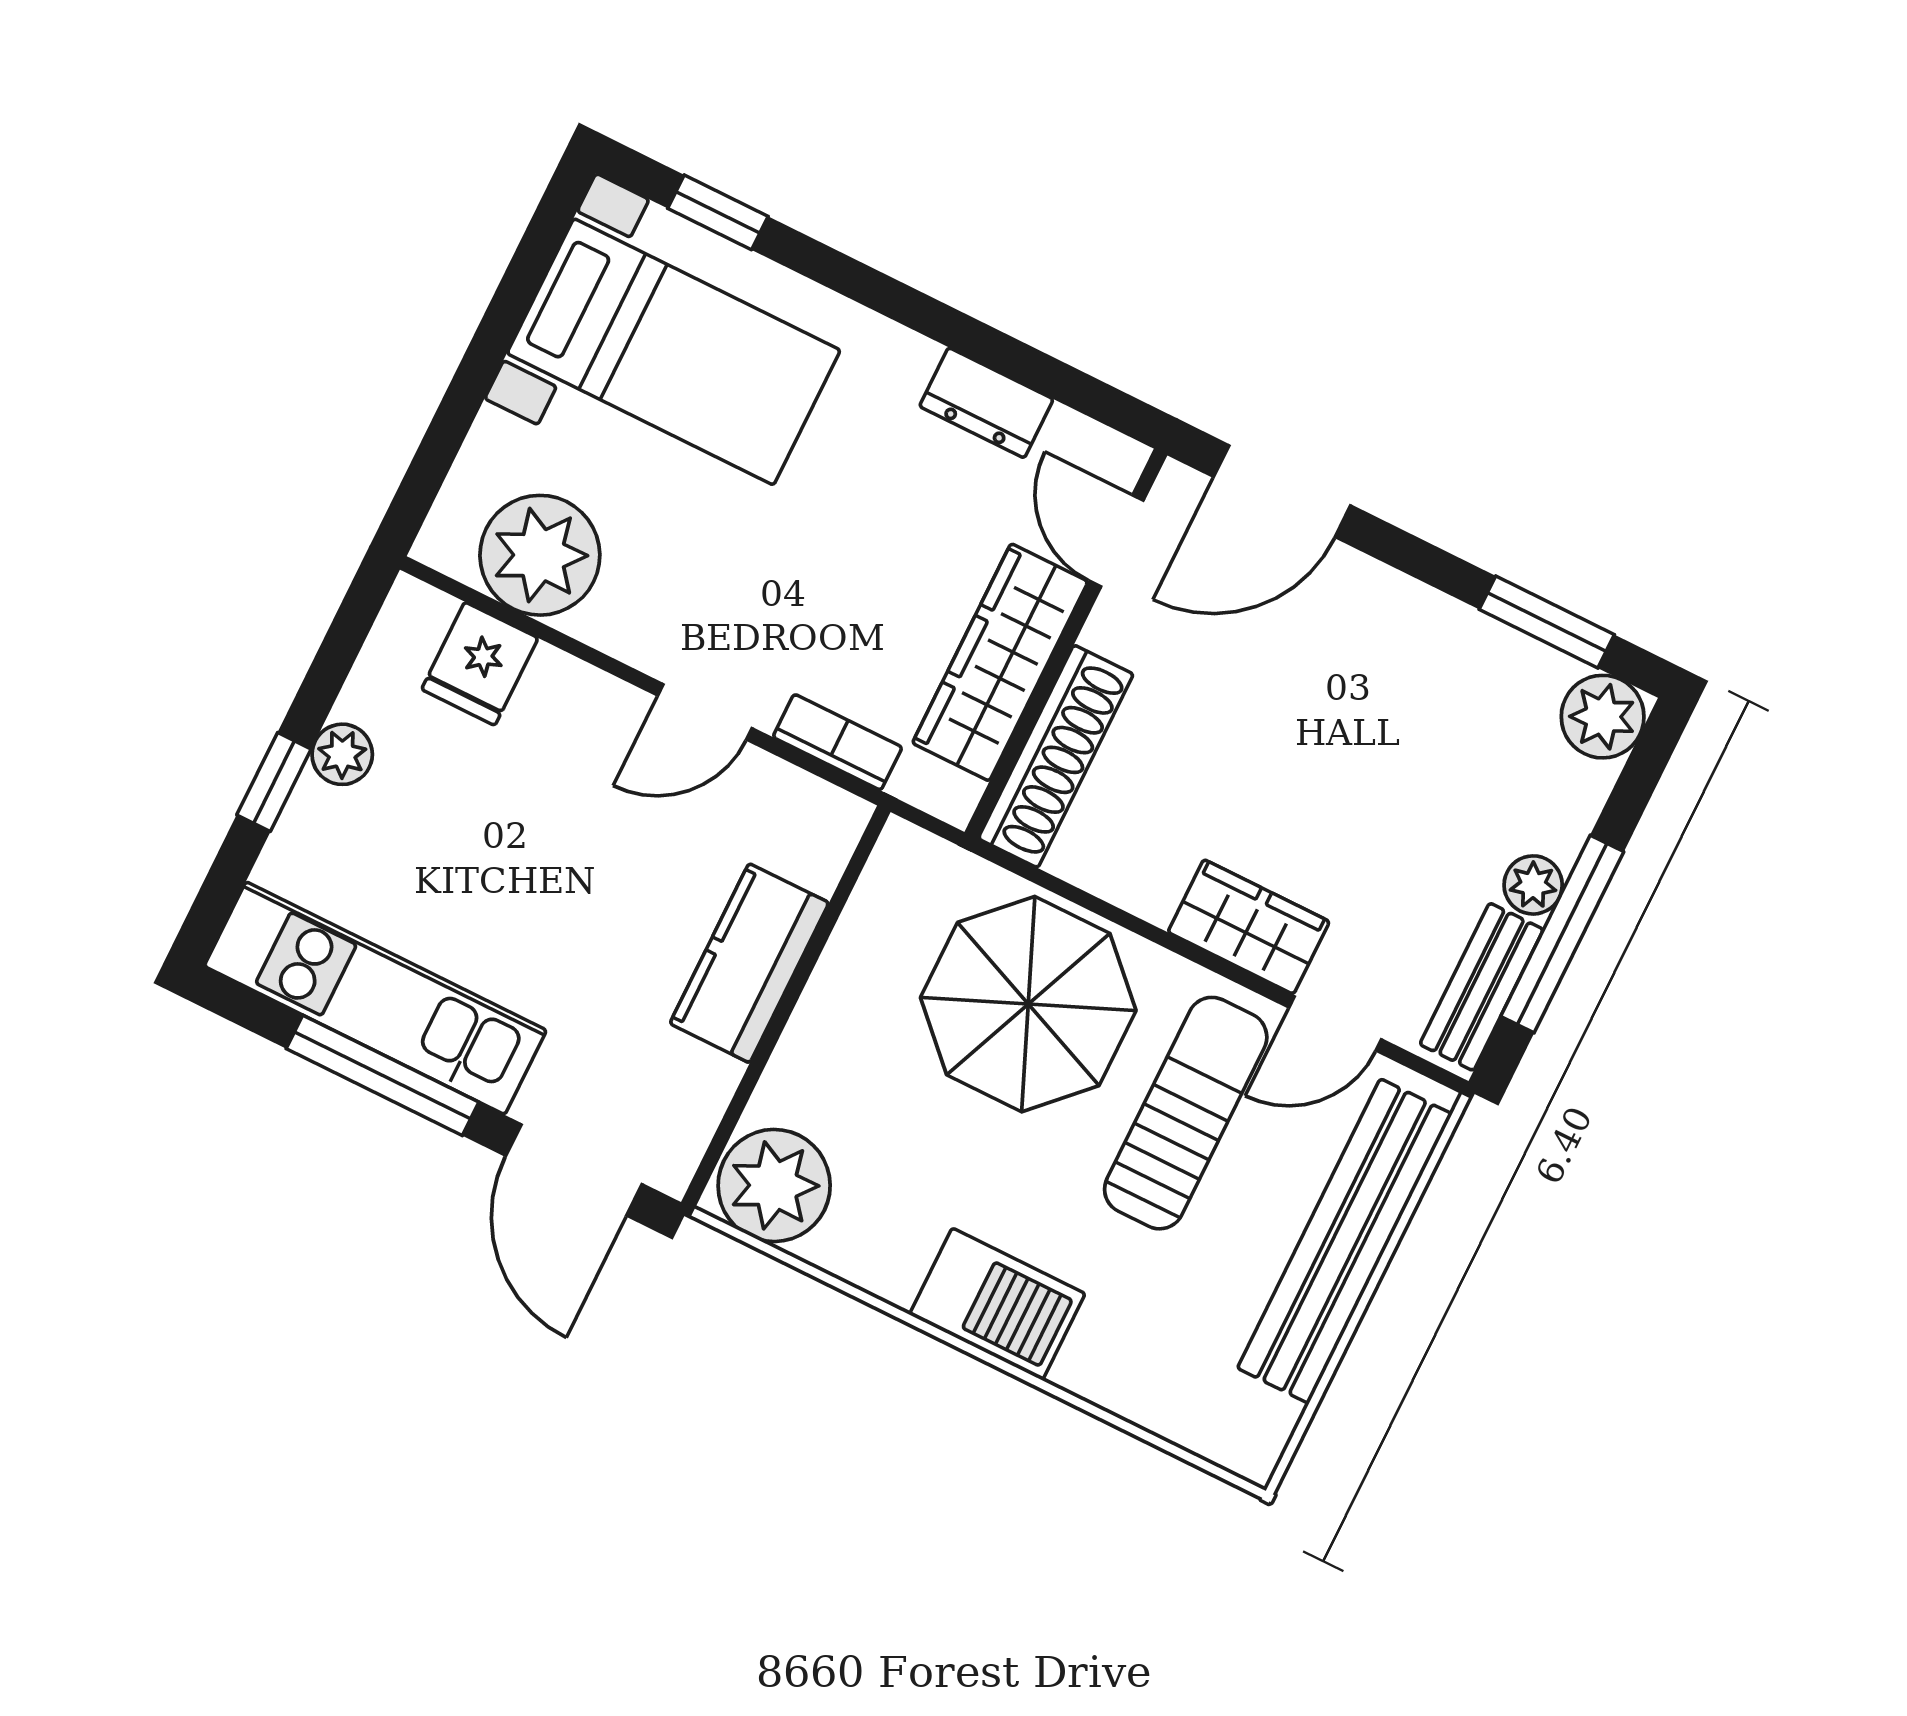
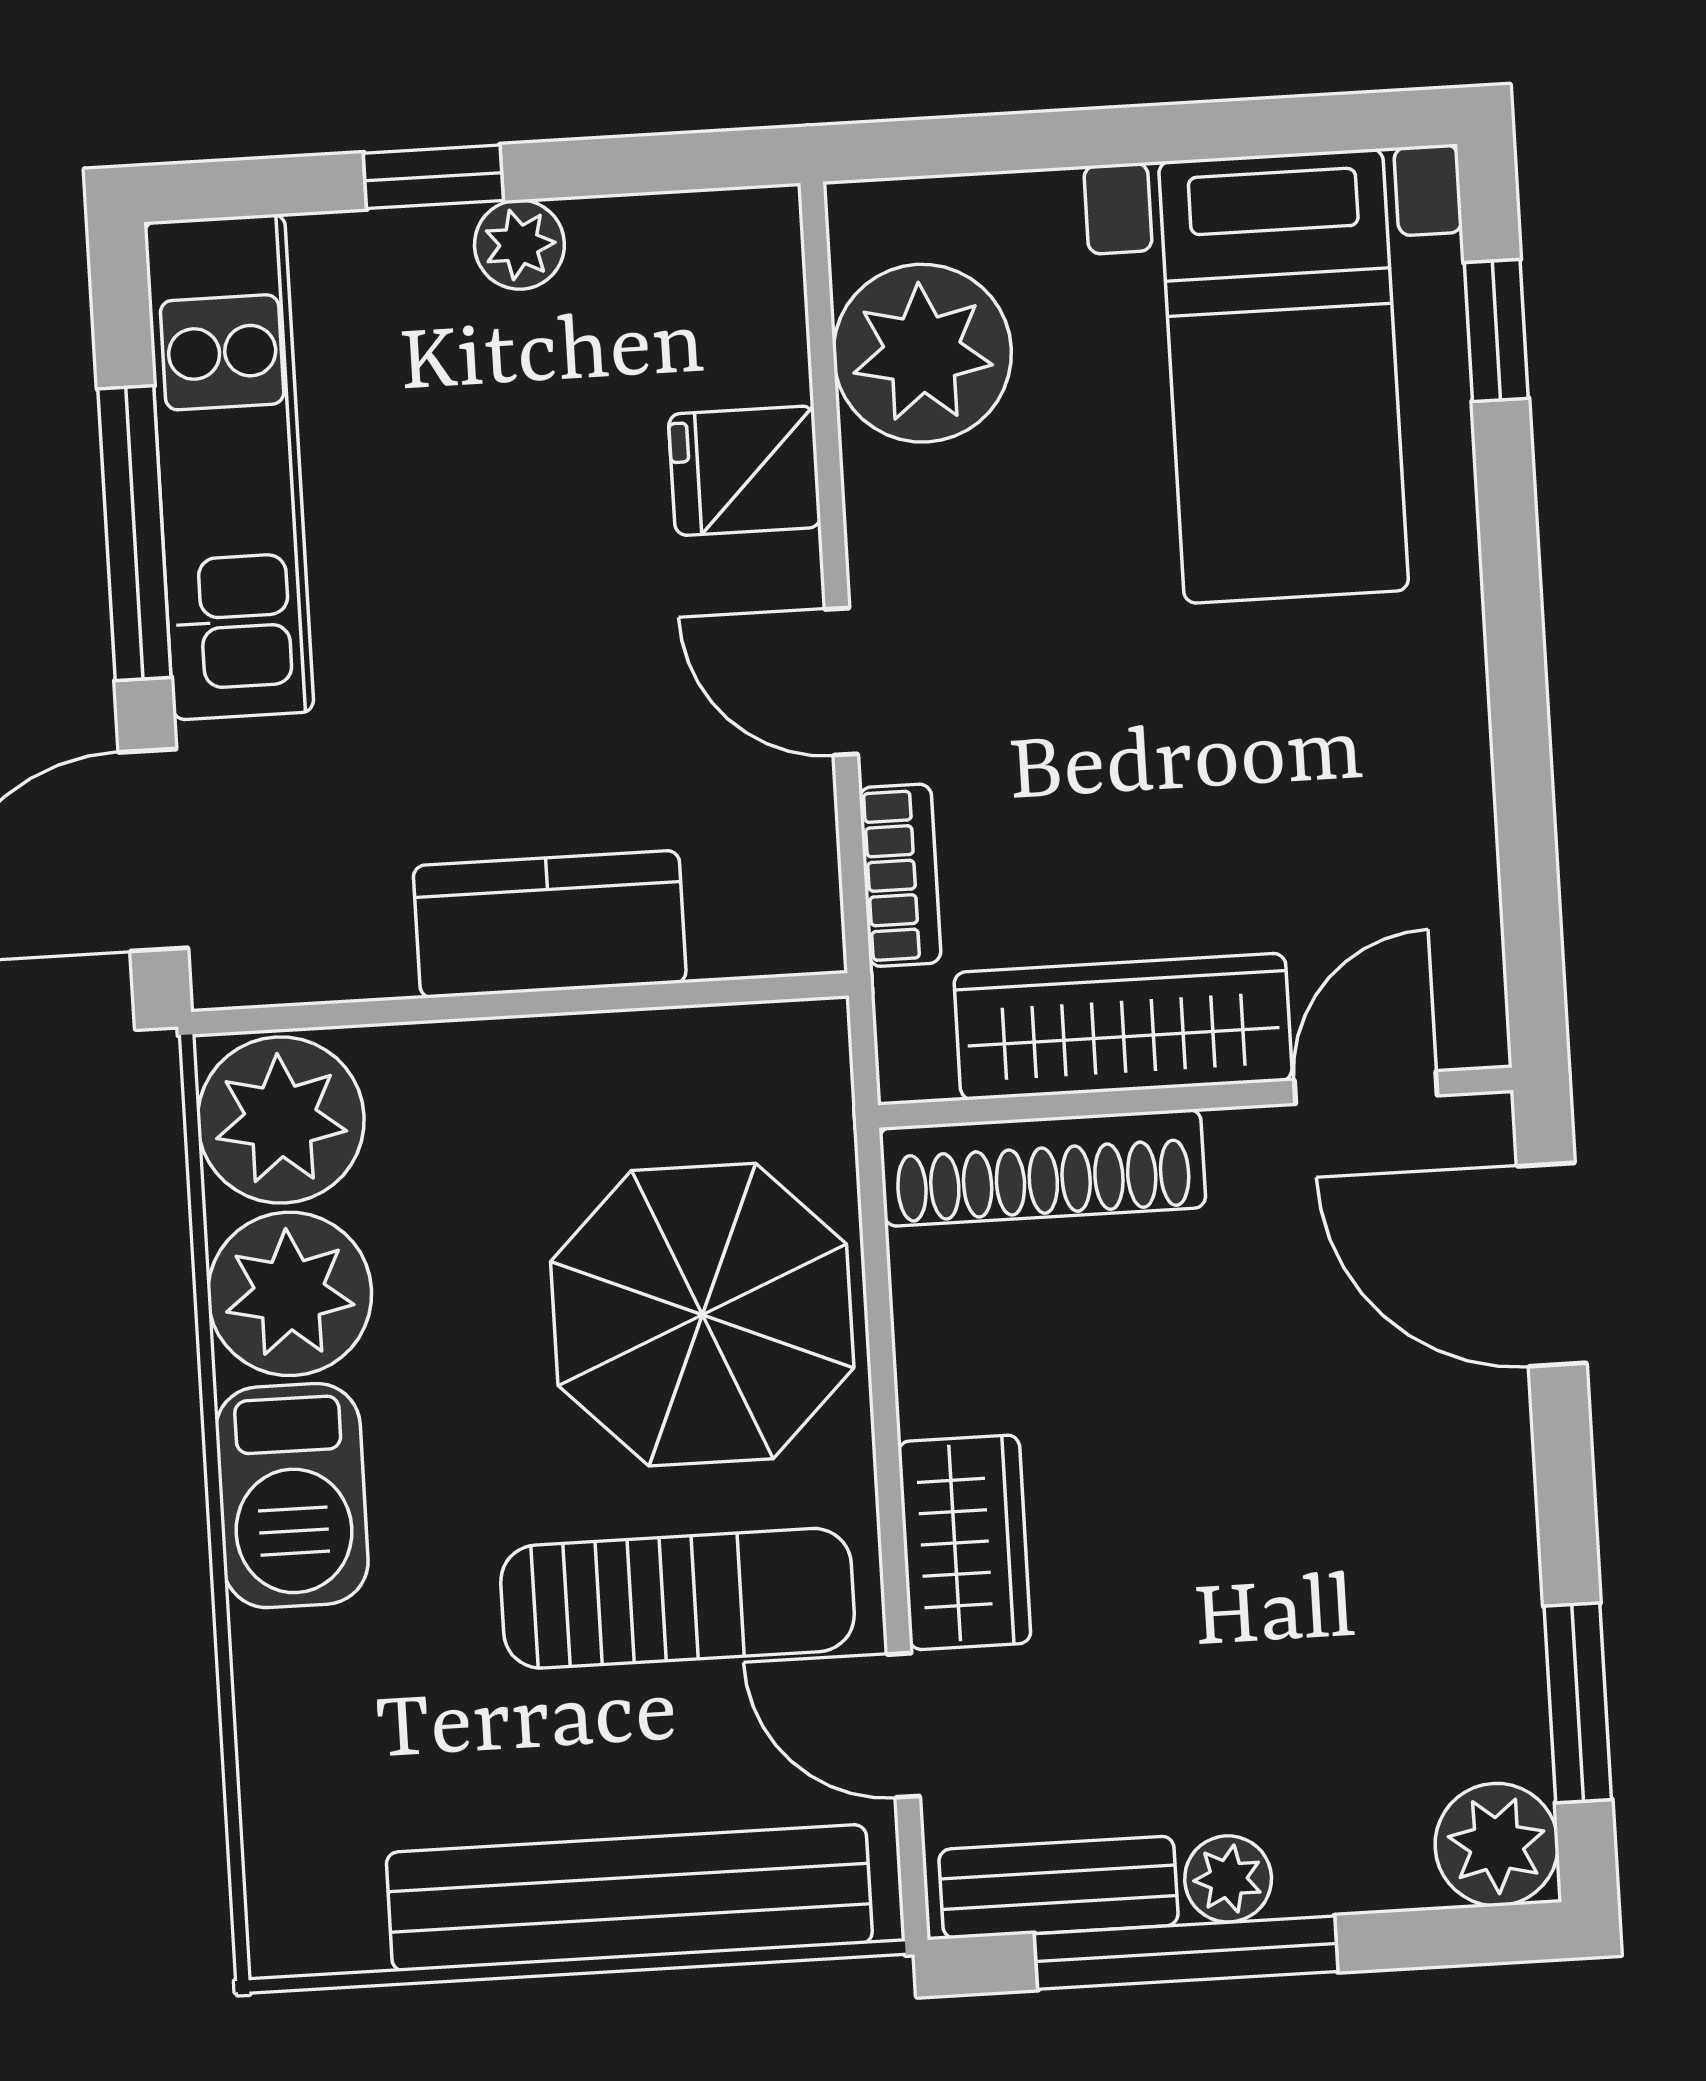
dresser: (986, 403) -> (1448, 817), removed
fridge: (480, 664) -> (745, 471), moved
plant: (879, 1238) -> (290, 1294), added

